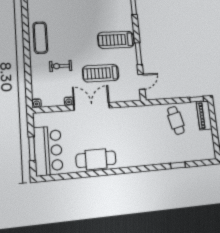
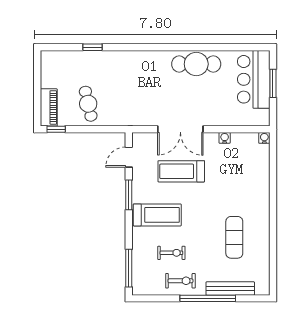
exercise mat: (40, 38) -> (234, 237), moved
exercise bike: (61, 66) -> (171, 253), moved
treadmill: (101, 73) -> (181, 171), turned 180
double door: (92, 106) -> (180, 129), moved

